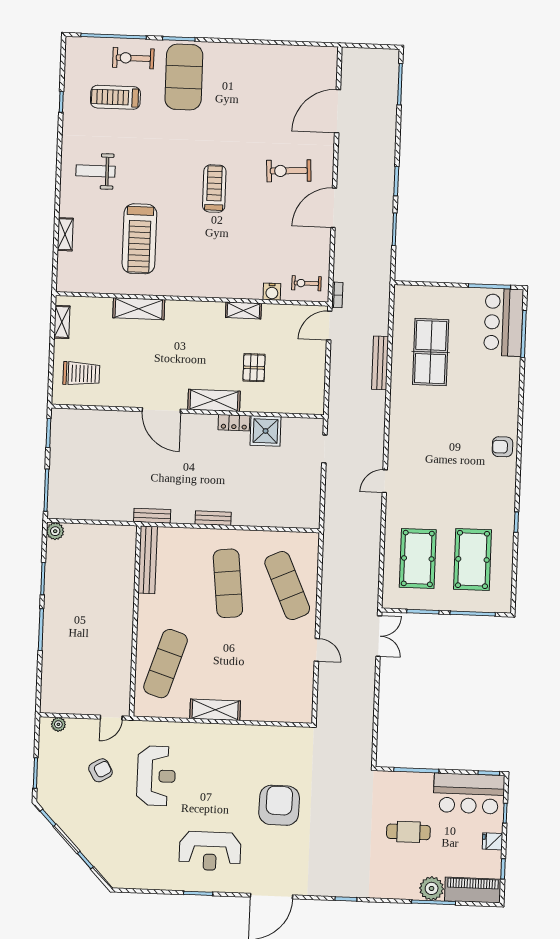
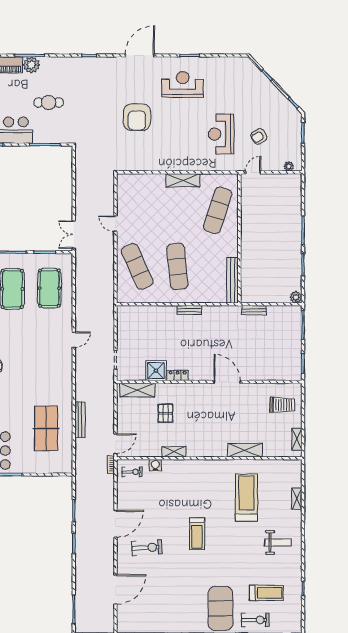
trolley: (81, 374) -> (282, 405), turned 180
shelving: (214, 400) -> (137, 390), moved
bench: (152, 516) -> (254, 310), moved

